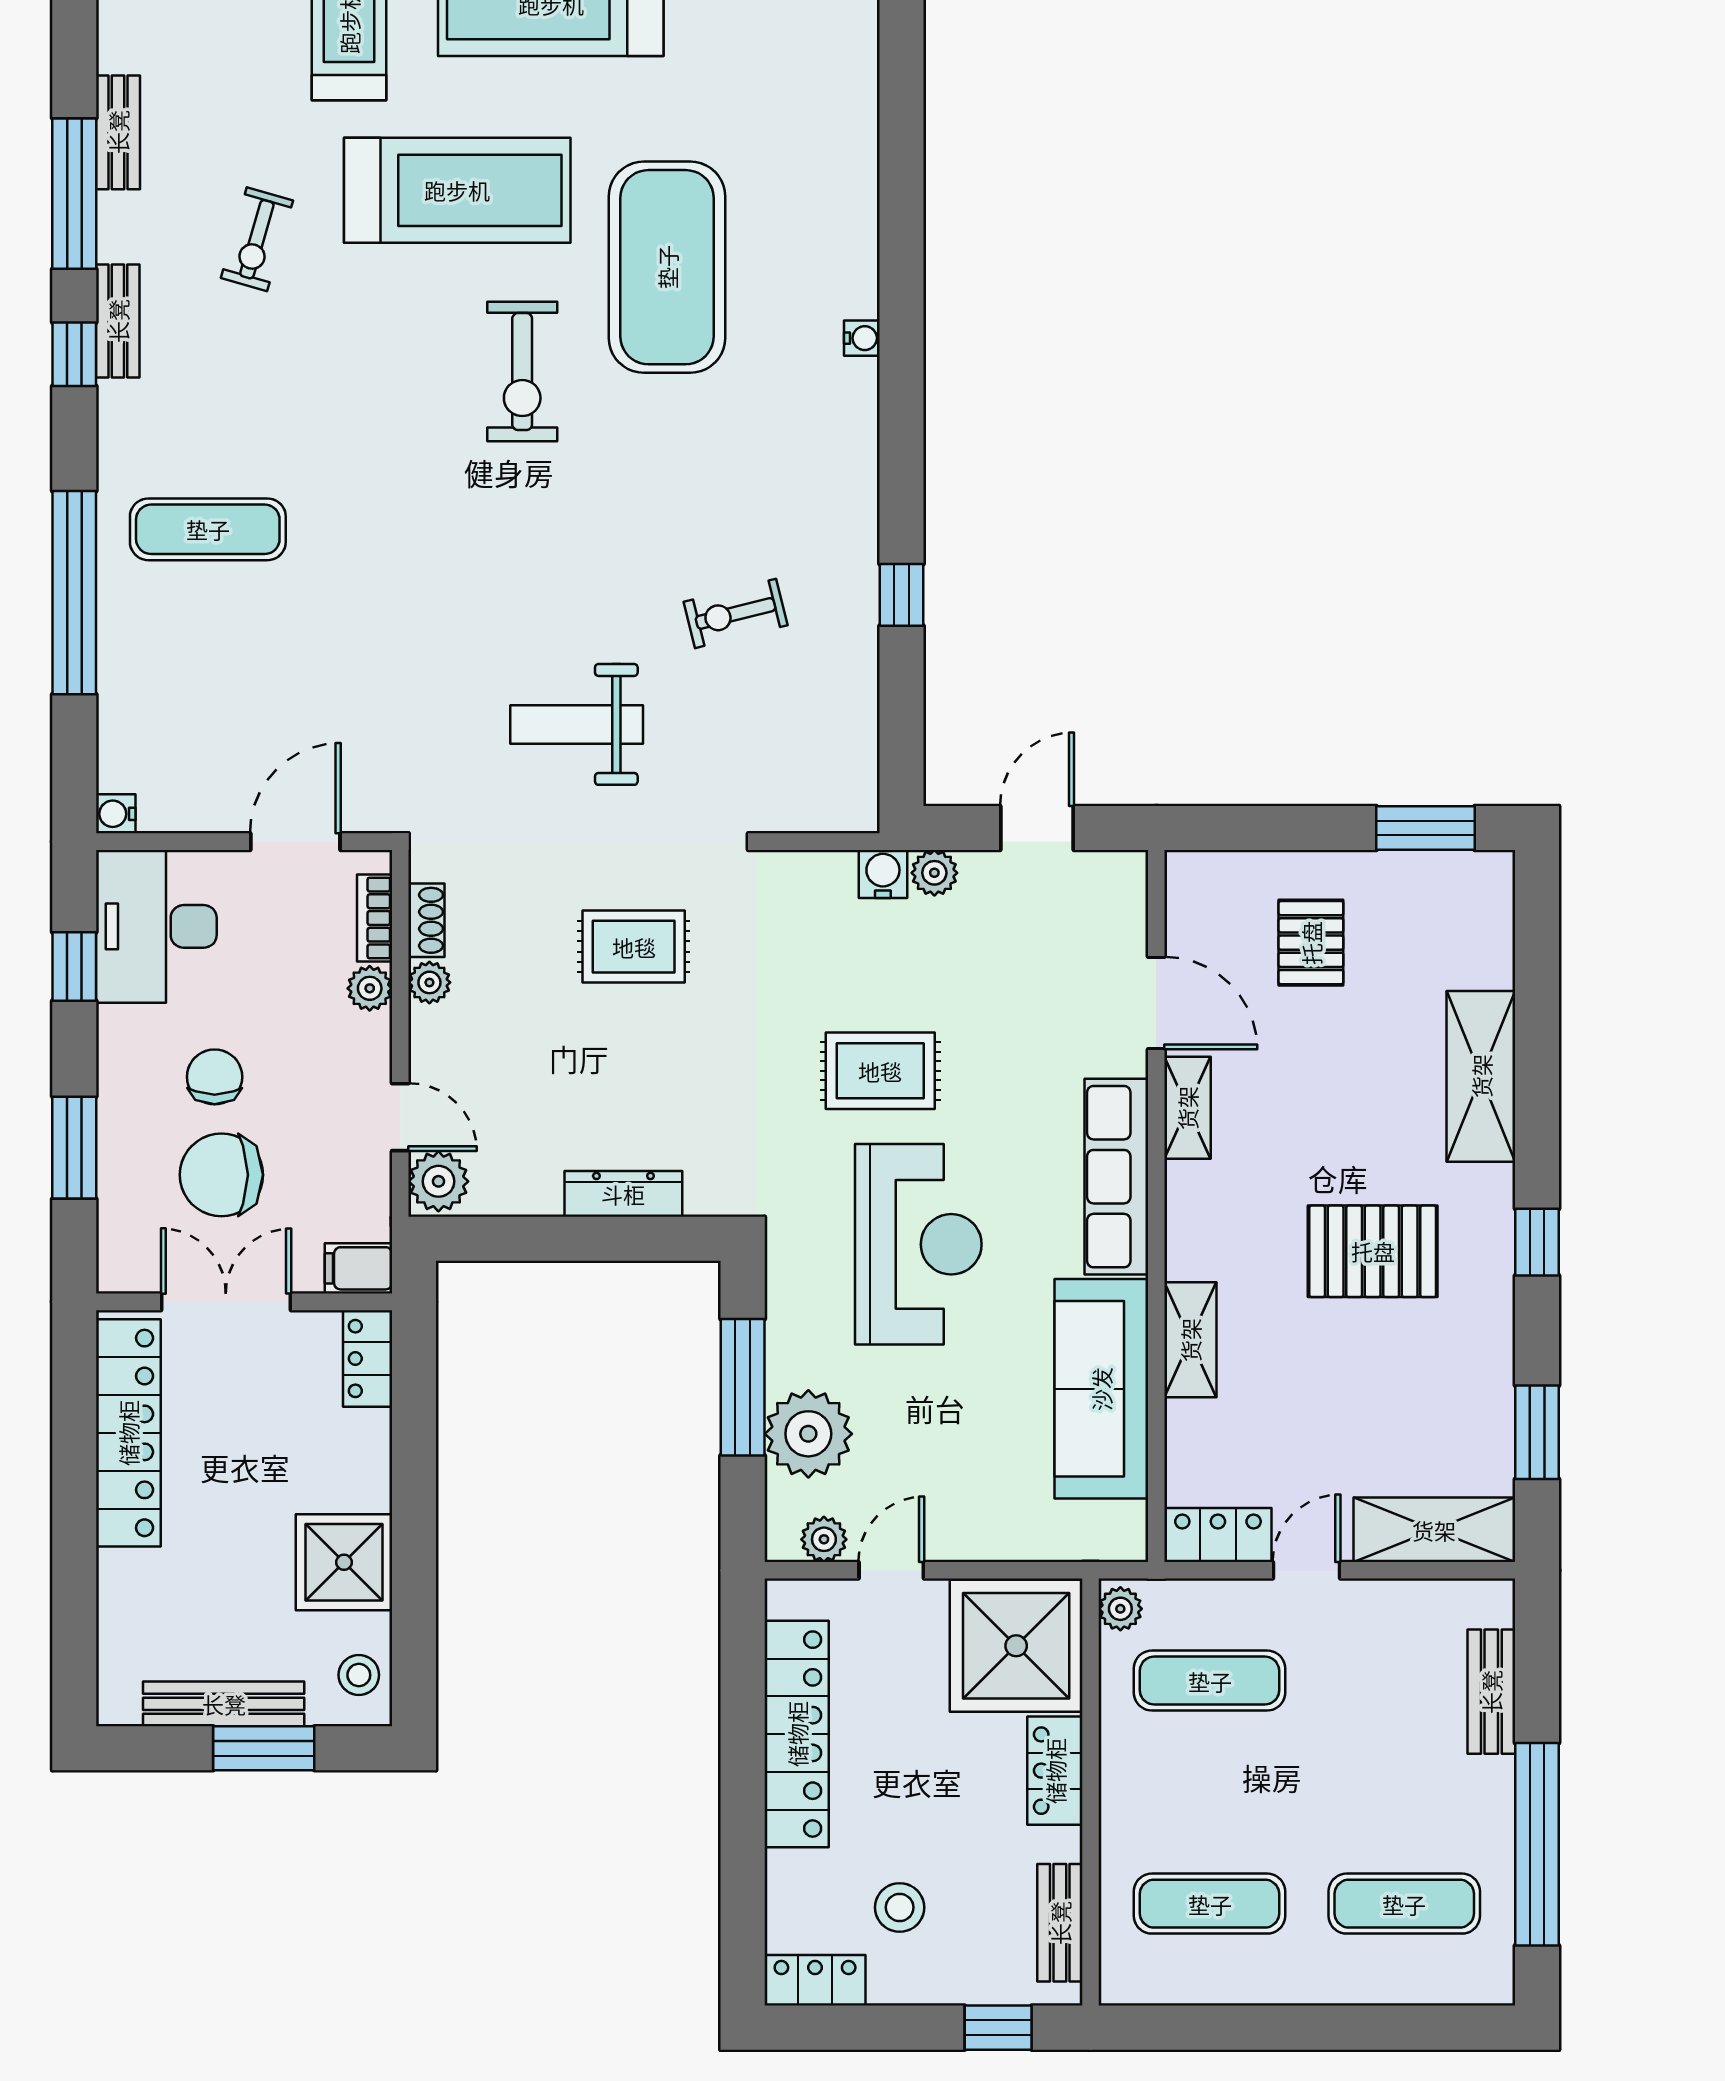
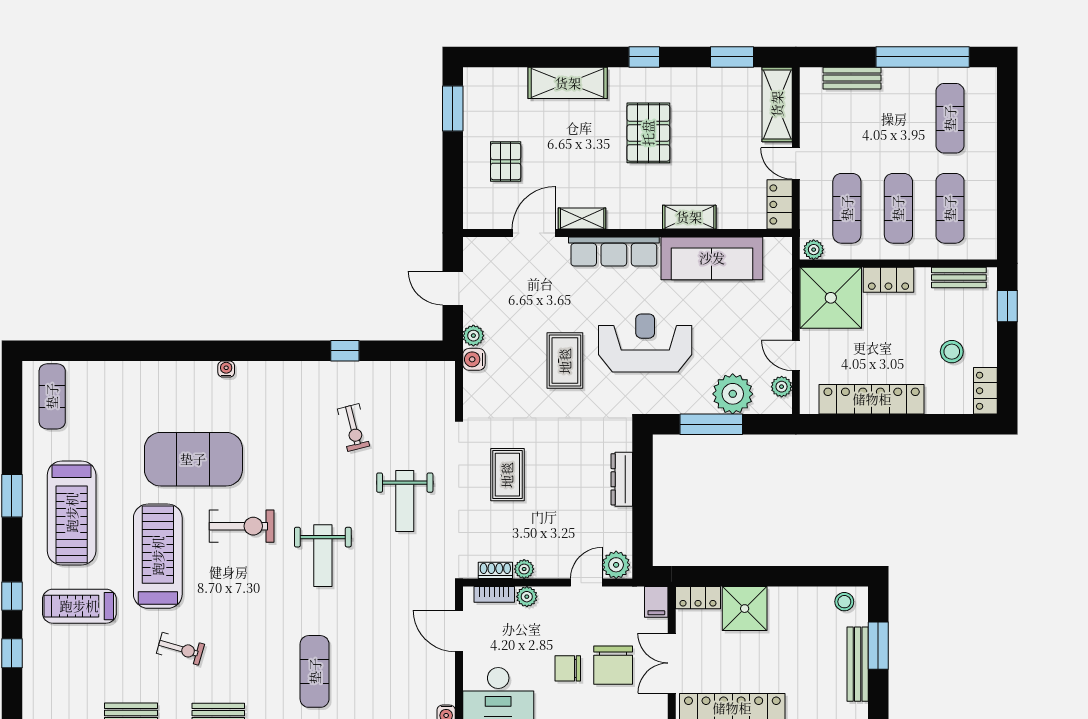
weight bench: (458, 547) -> (323, 556), added
pallet: (1311, 943) -> (506, 161), turned 90
shower: (344, 1562) -> (745, 609), moved
exercise mat: (1210, 1792) -> (898, 208), added

